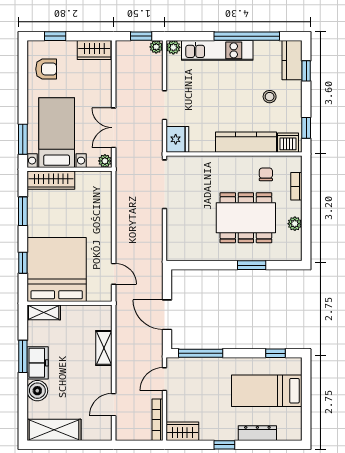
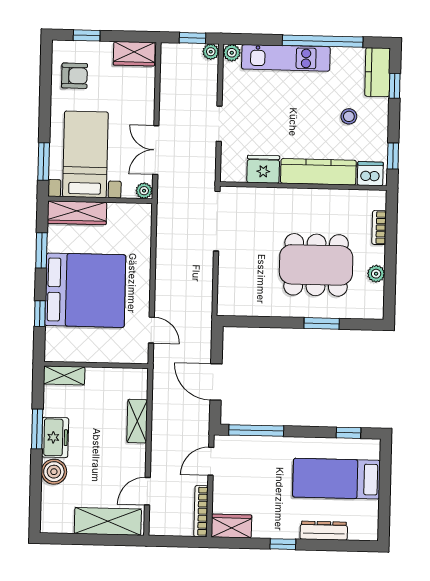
fridge: (177, 139) -> (263, 169), moved, turned -90
chair: (266, 174) -> (342, 212), removed
bed: (57, 269) -> (85, 290), moved, turned 90
shelving: (54, 430) -> (108, 521), moved

